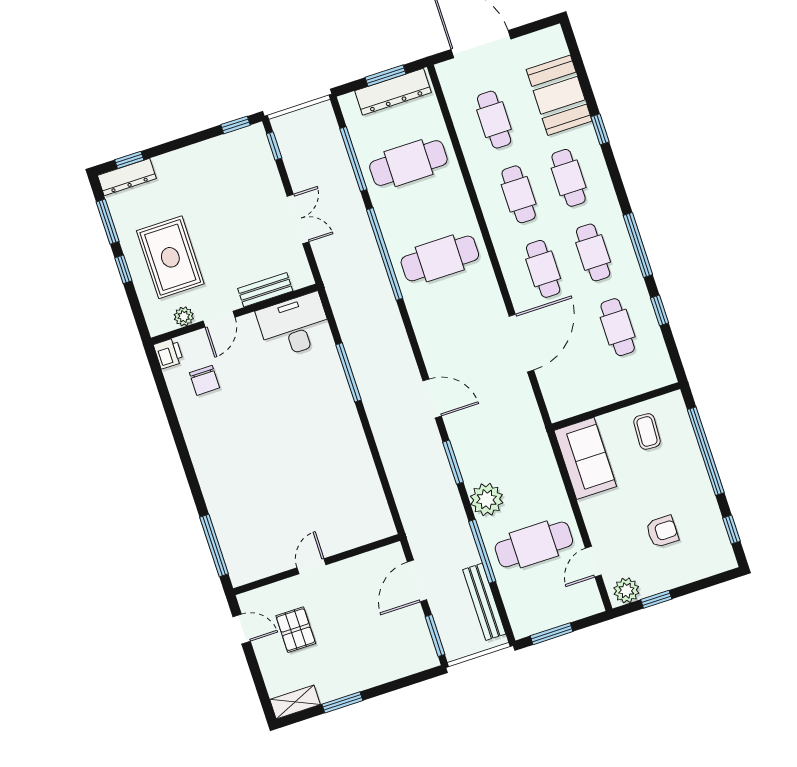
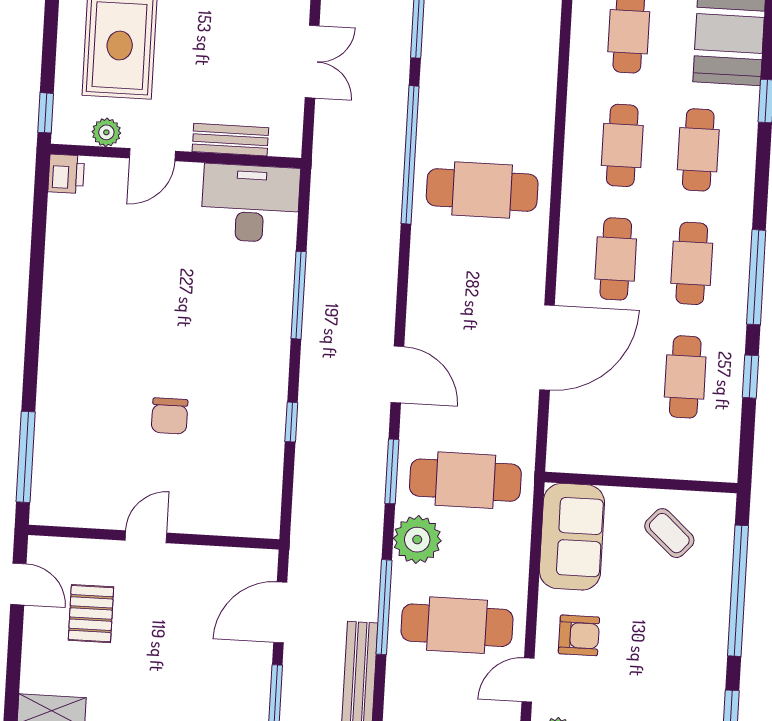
cafe table: (408, 163) -> (465, 480), moved
window: (123, 269) -> (46, 113), moved
chair: (205, 380) -> (170, 416), moved
coffee table: (647, 431) -> (669, 533), turned -51
window: (376, 456) -> (291, 422), added
armchair: (662, 531) -> (579, 635), moved

